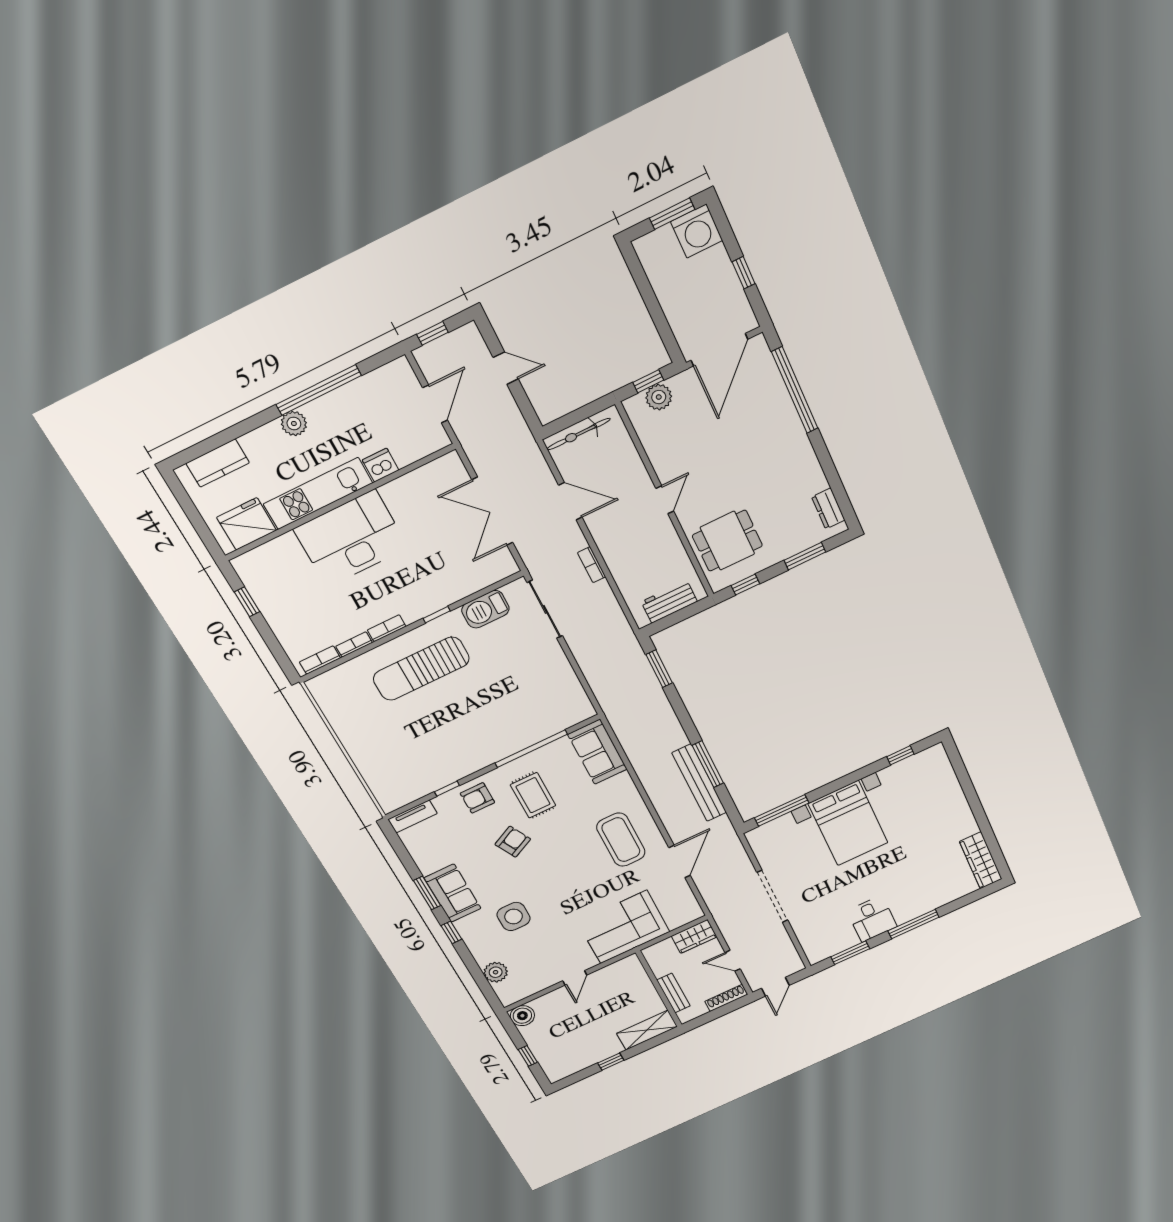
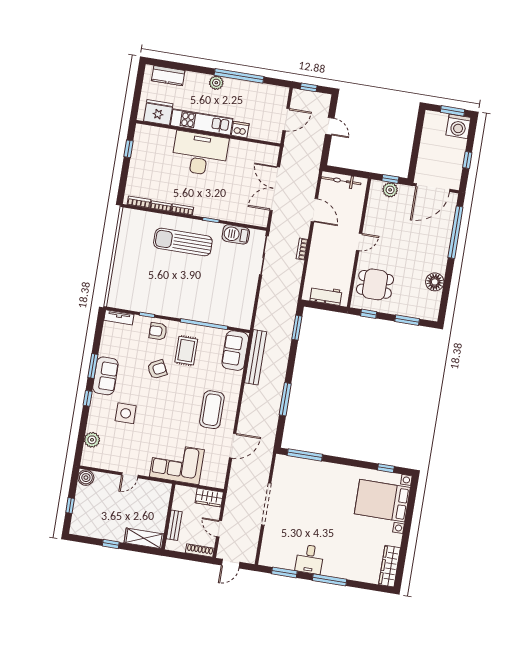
floor lamp: (810, 479) -> (435, 282), added
dresser: (828, 508) -> (434, 303), removed
bench: (699, 783) -> (256, 357), moved
bed with nightstands: (848, 823) -> (382, 501), moved, turned 90

